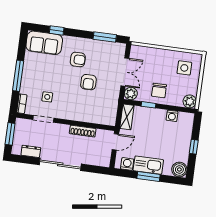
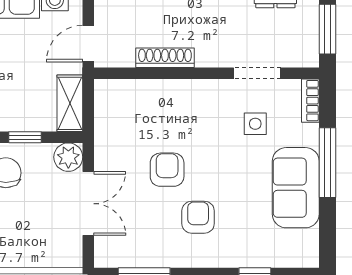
sofa: (44, 43) -> (296, 188), moved, turned -90
armchair: (78, 60) -> (198, 217), turned 90
double door: (125, 72) -> (88, 204), swing flipped

